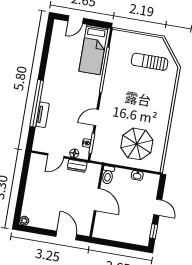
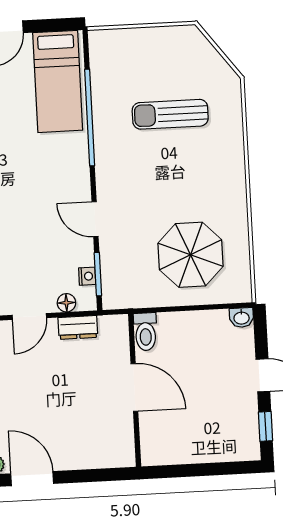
sun lounger: (150, 62) -> (170, 114), moved
door: (96, 117) -> (95, 219), hinge flipped
washbasin: (137, 175) -> (242, 318), moved
door: (66, 236) -> (32, 479), moved

